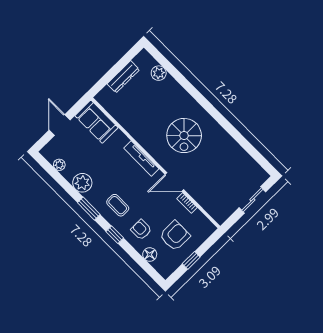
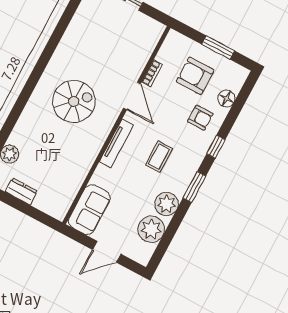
dresser: (123, 77) -> (21, 191), width x0.70
plant: (59, 165) -> (151, 229), width x1.88, depth x1.88
coffee table: (118, 205) -> (159, 157), moved
armchair: (141, 230) -> (200, 118), turned -90
window: (191, 260) -> (218, 48), width x1.50

